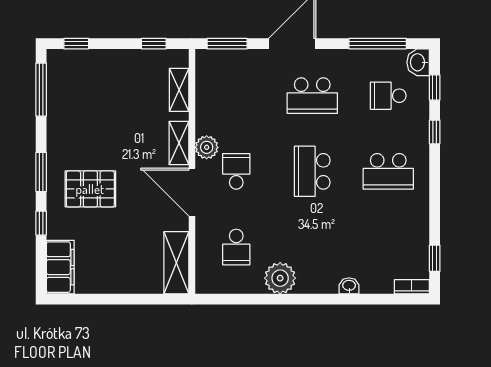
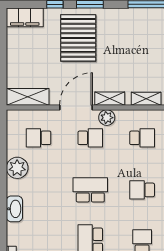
school desk: (236, 96) -> (142, 138), added
school desk: (312, 96) -> (142, 190), width x0.54
pallet: (90, 189) -> (78, 38), width x1.37, depth x1.41
washbasin: (349, 286) -> (14, 209), width x1.91, depth x1.45

